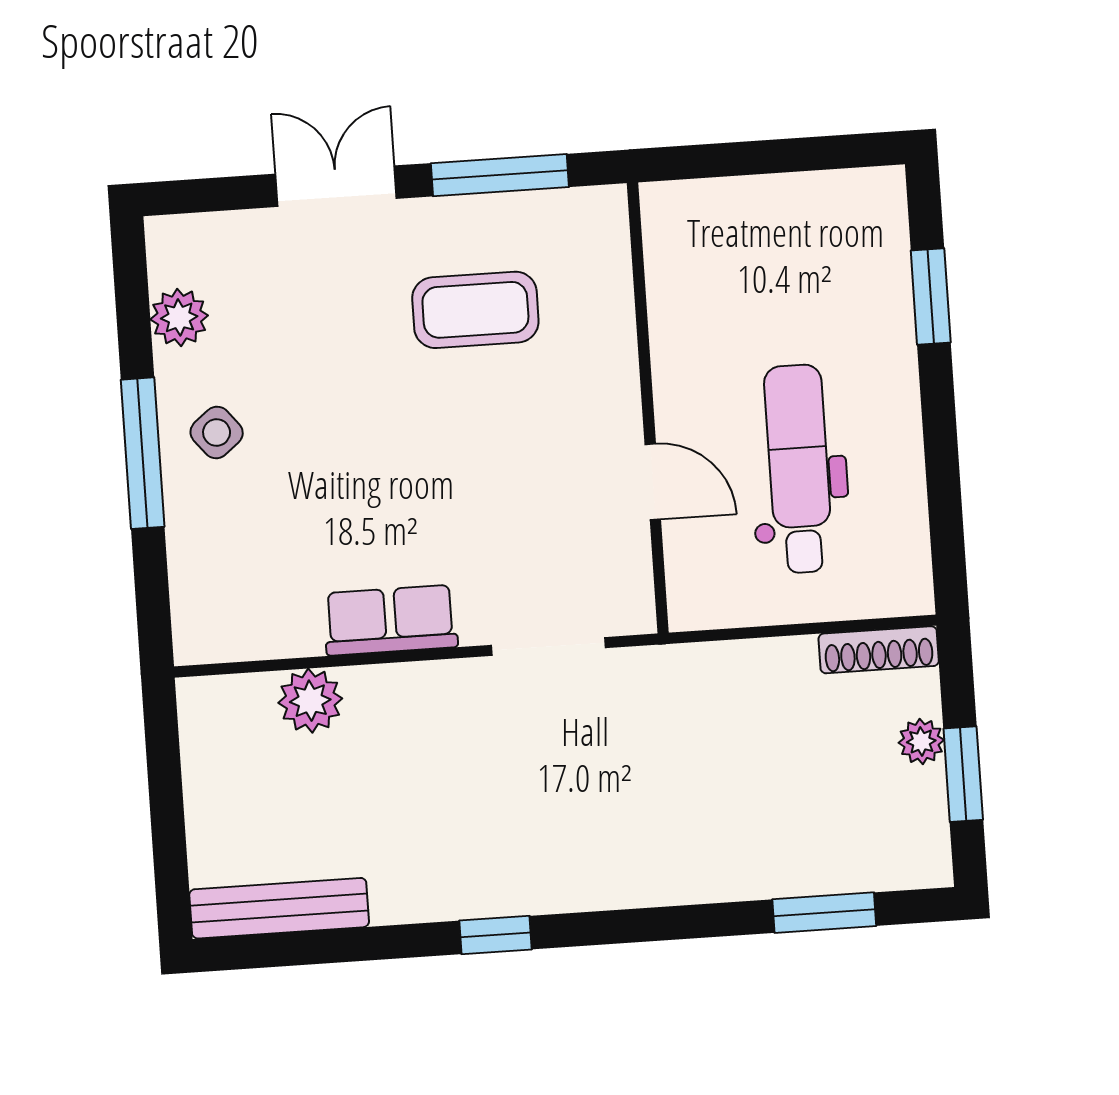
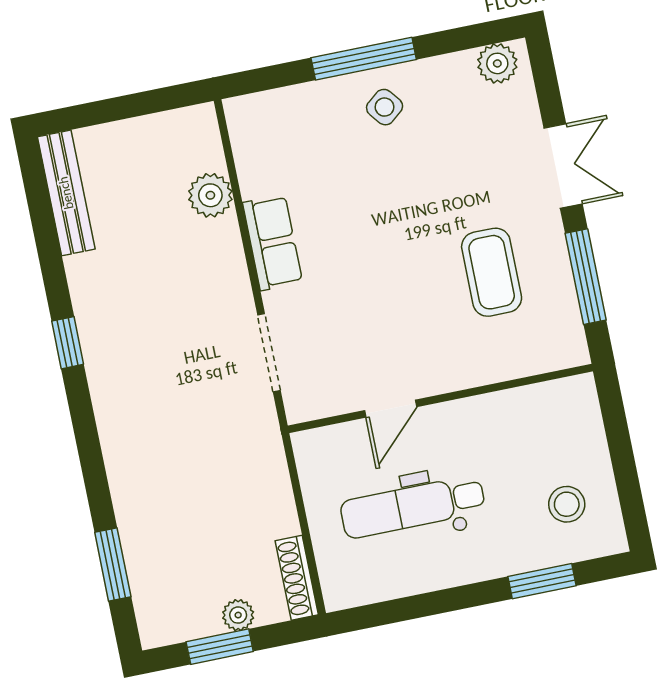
stool: (825, 246) -> (567, 504), added
plant: (179, 317) -> (497, 63), moved
dental chair: (799, 469) -> (413, 507), turned 180

